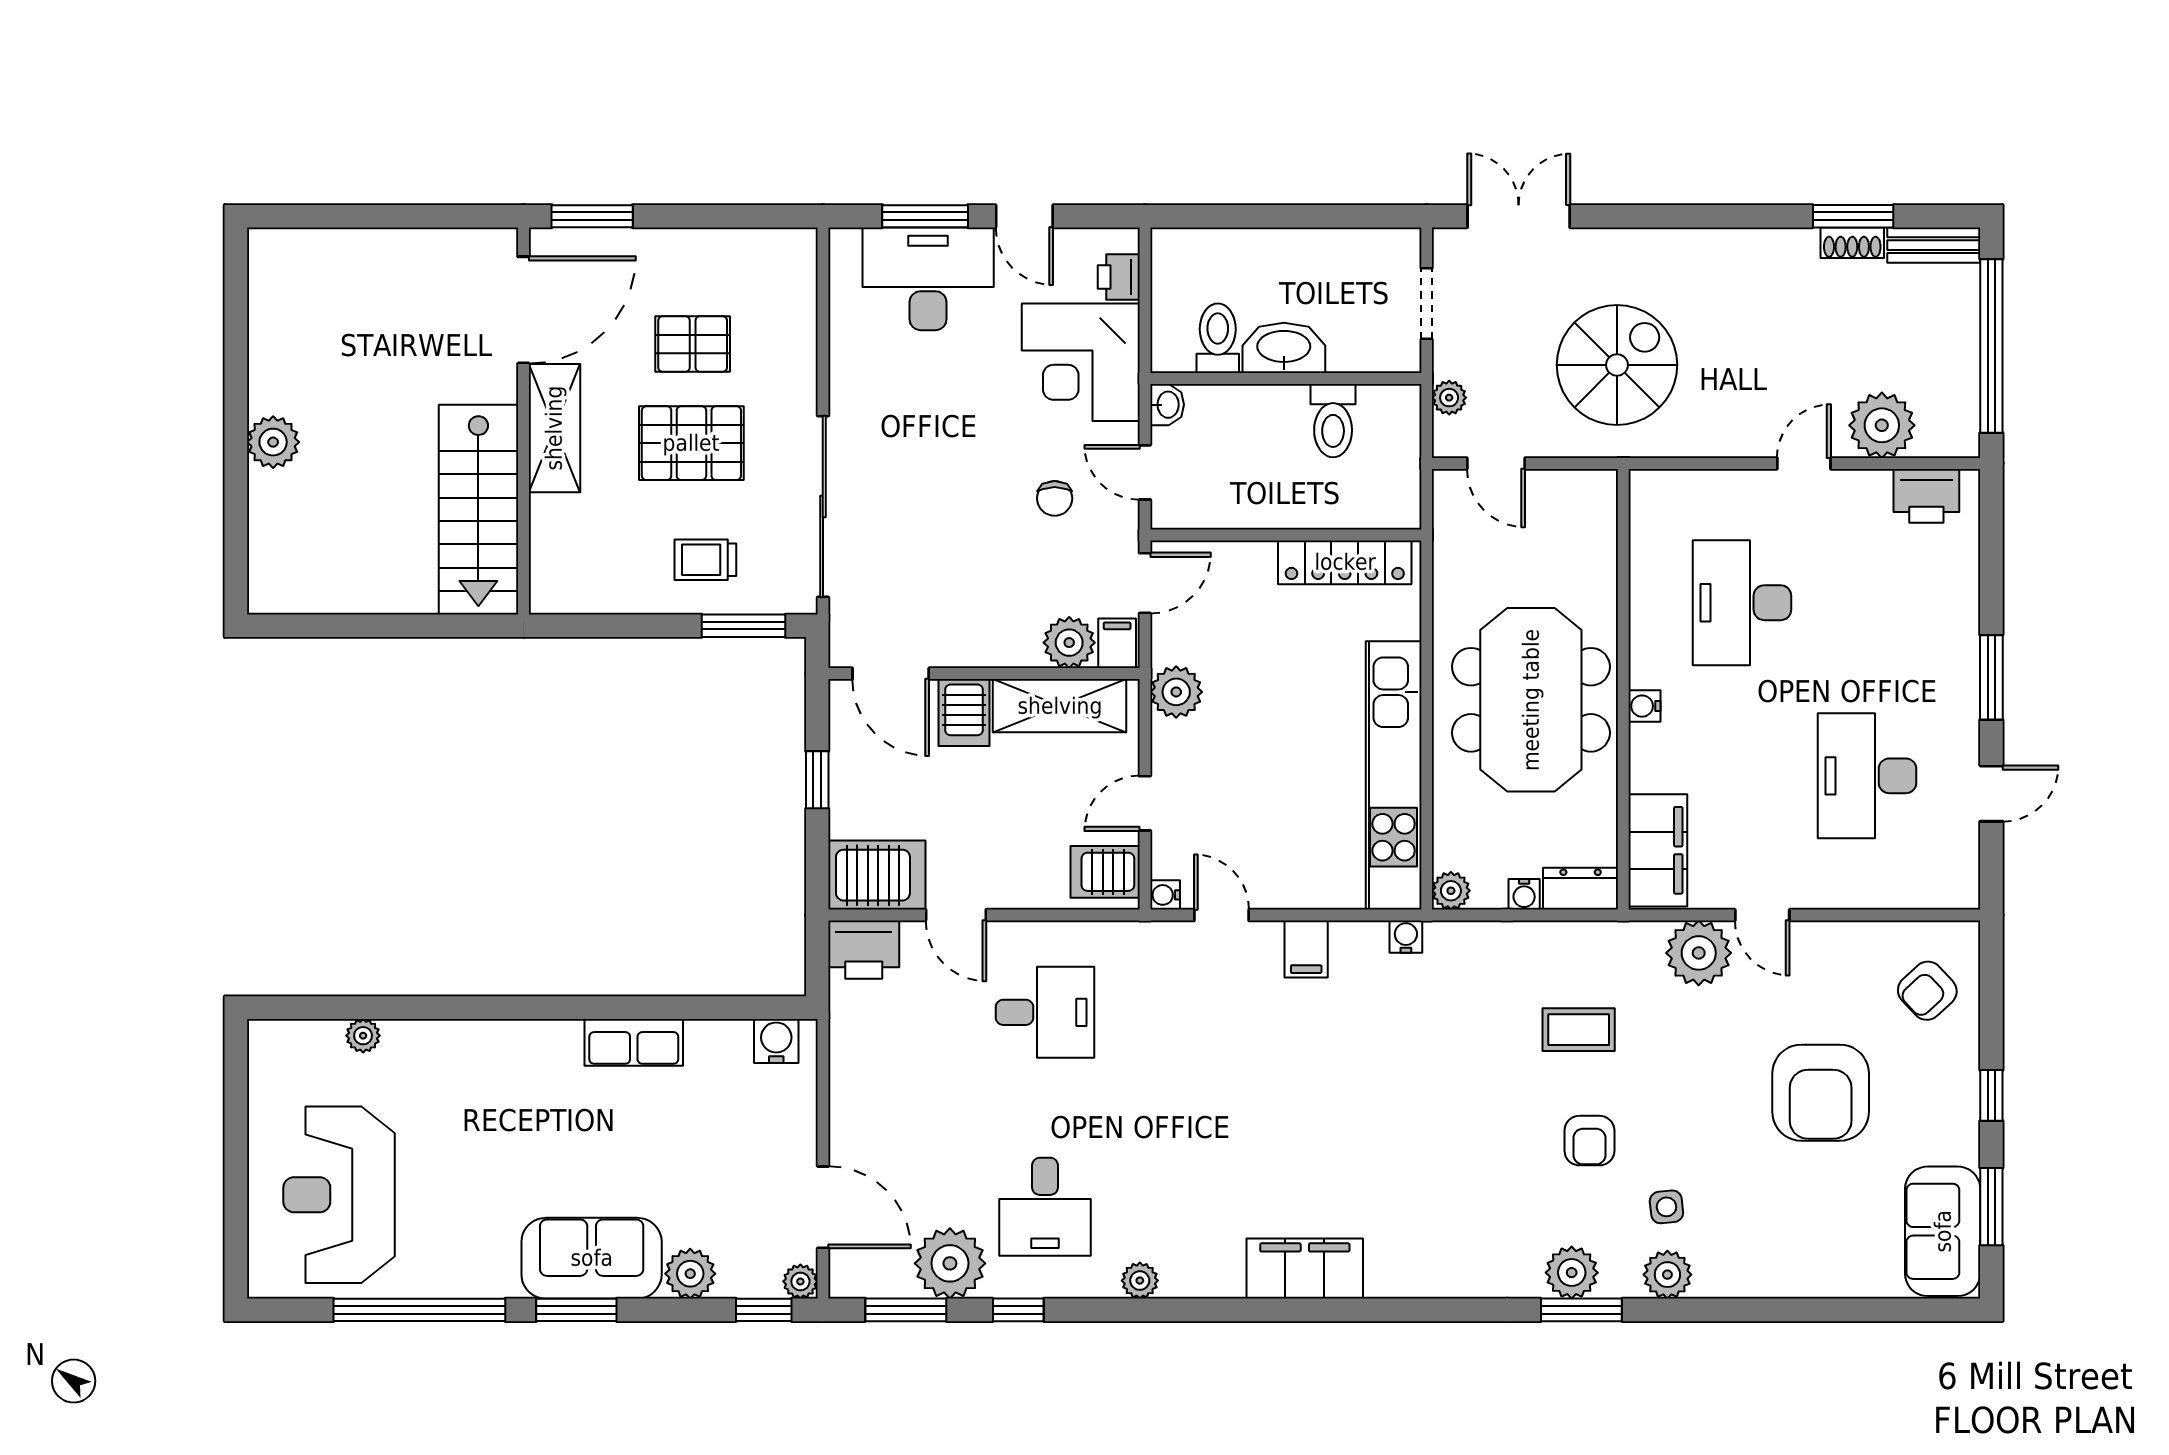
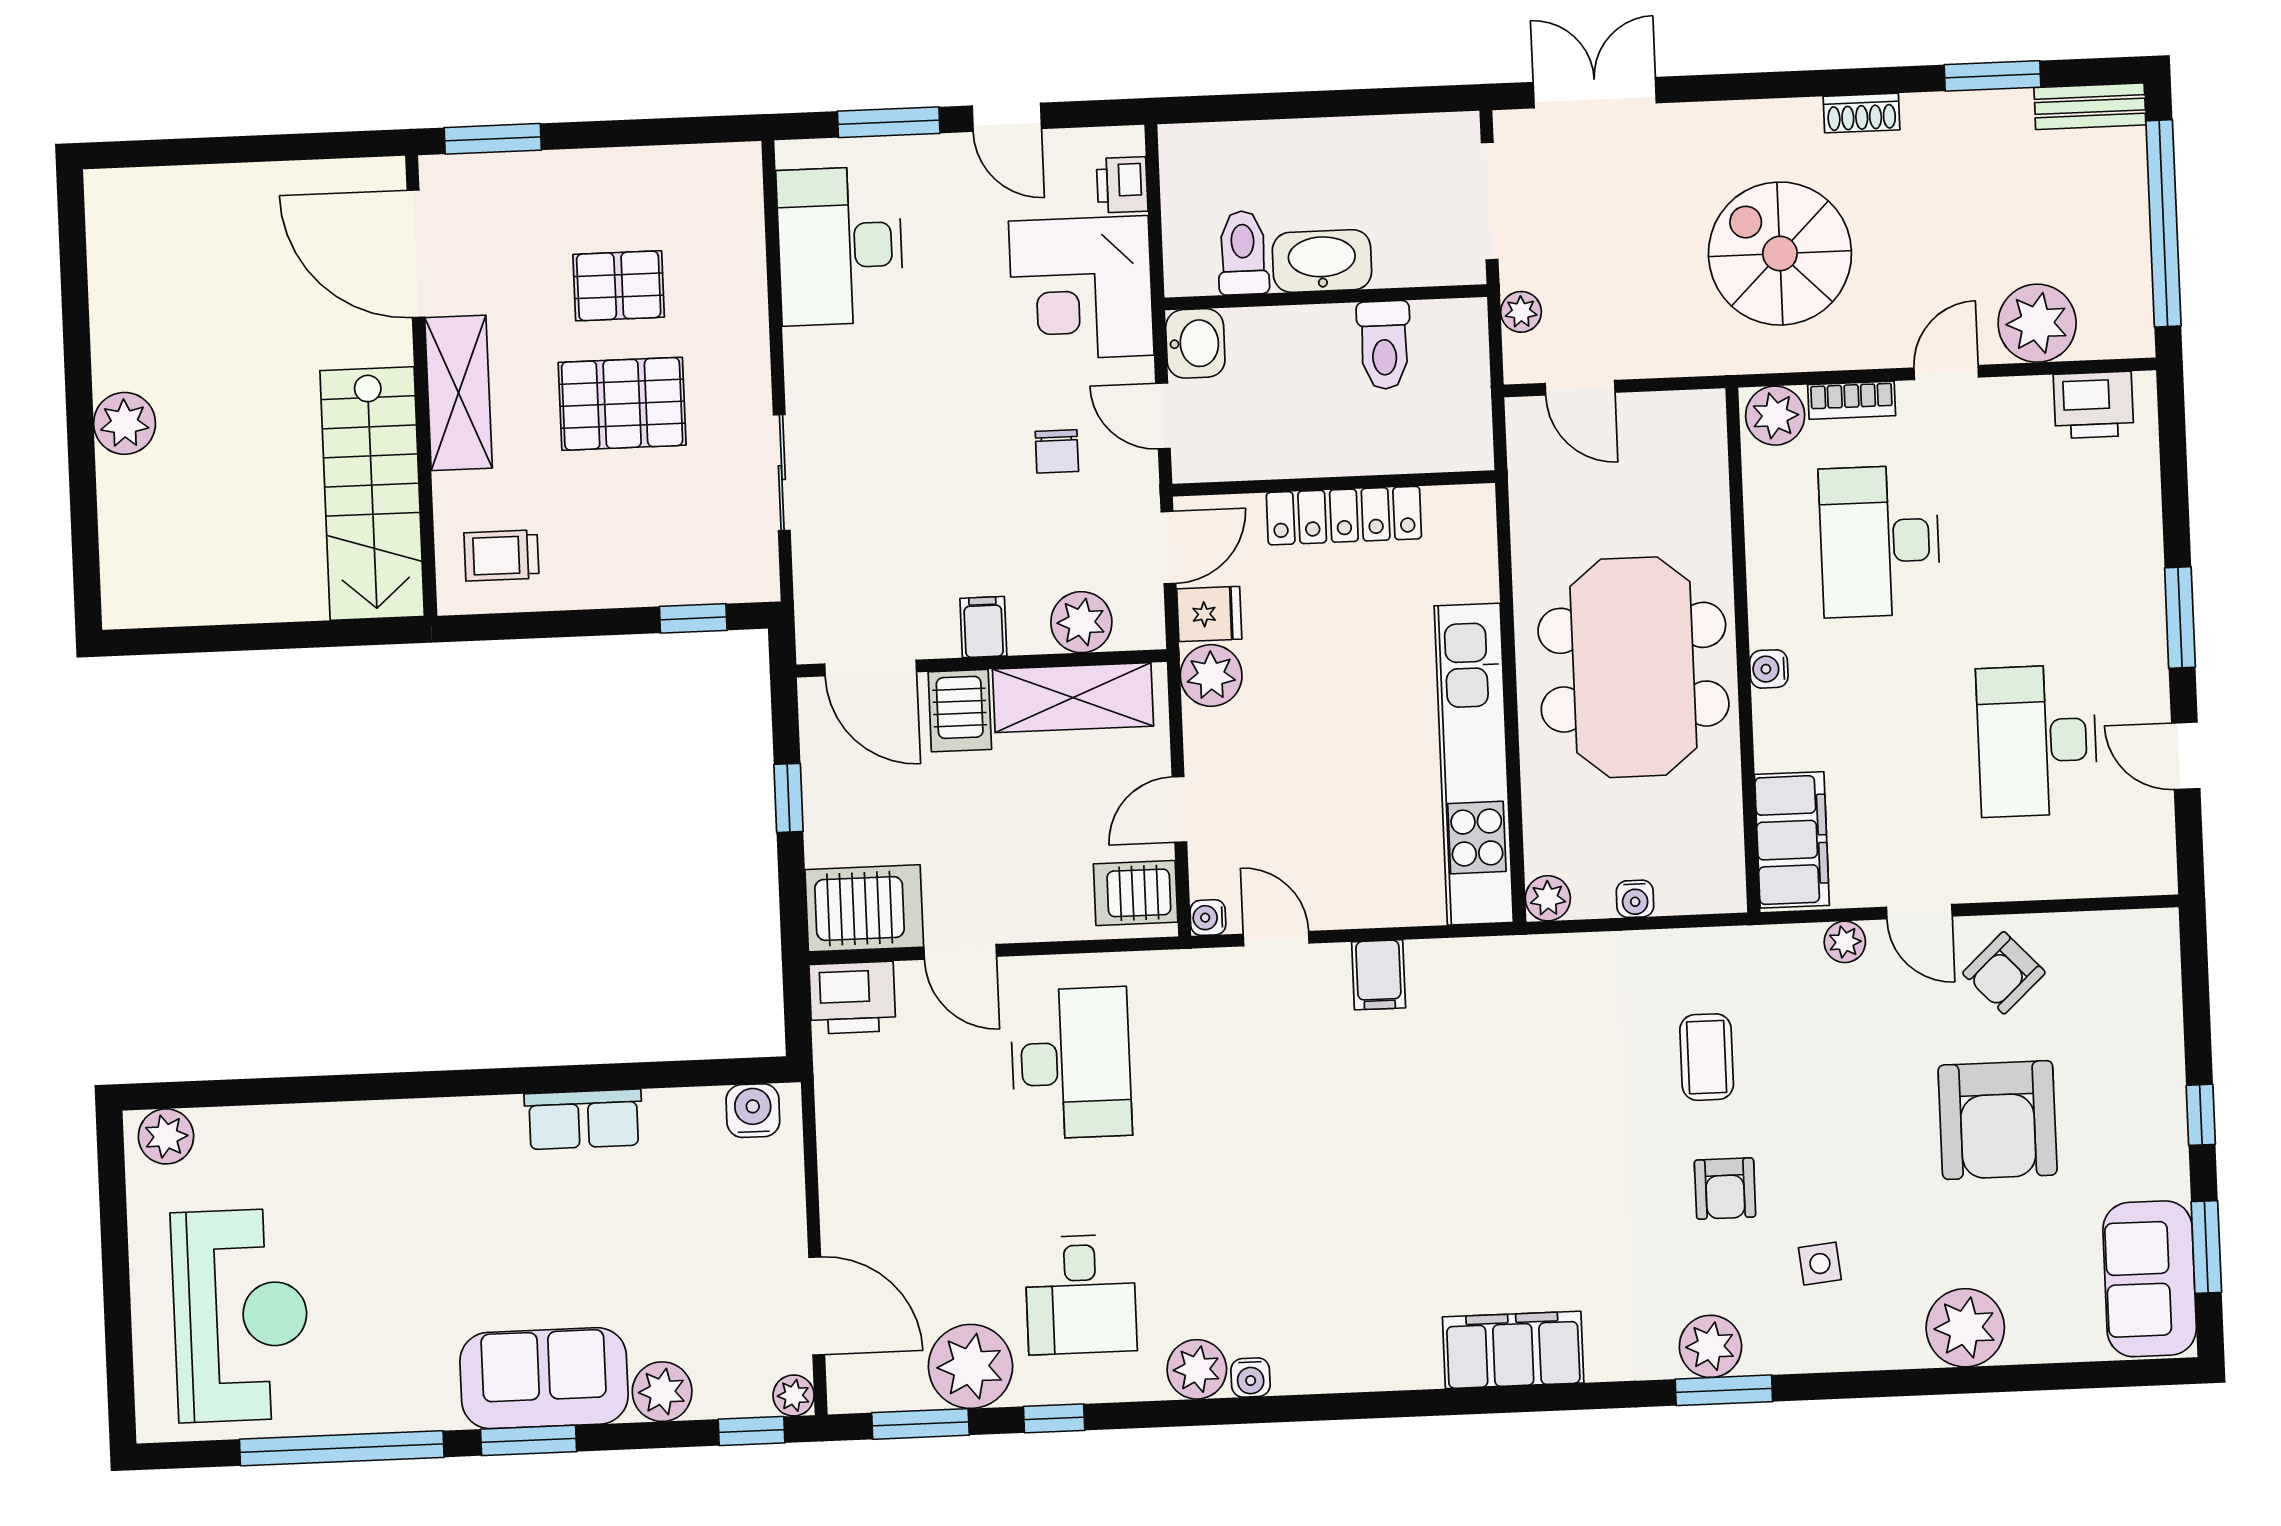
shoe rack: (1852, 243) -> (1861, 113), moved
desk: (928, 279) -> (840, 246), moved, turned -90
doorway: (1427, 304) -> (1490, 201), width x1.38
door: (523, 310) -> (416, 254), swing flipped
spiral stairs: (1617, 365) -> (1780, 254), moved, turned -90
washbasin: (1167, 405) -> (1195, 343), width x1.38, depth x1.45
bookcase: (1723, 483) -> (1852, 400), added
plant: (1659, 494) -> (1775, 416), added
sliding door: (823, 506) -> (782, 473), width x0.54
trolley: (705, 560) -> (501, 555), moved
locker: (1345, 562) -> (1344, 516), moved
window: (743, 626) -> (693, 618), width x0.67
fridge: (1177, 640) -> (1209, 614), added
filing cabinet: (1117, 643) -> (983, 627), moved
door: (1991, 794) -> (2186, 756), swing flipped
dresser: (1581, 889) -> (1702, 889), removed
water cooler: (1406, 937) -> (1250, 1378), moved, turned 180
plant: (1699, 953) -> (1845, 942), width x0.53, depth x0.53
armchair: (1927, 991) -> (2004, 973), moved
desk: (1045, 1012) -> (1071, 1063), width x1.37
coffee table: (1579, 1030) -> (1707, 1057), turned 90
plant: (363, 1036) -> (166, 1136), moved, width x1.38, depth x1.38
reception desk: (339, 1195) -> (240, 1315), turned 180
filing cabinet: (1305, 1269) -> (1513, 1350), moved
plant: (1667, 1275) -> (1965, 1328), moved, width x1.36, depth x1.36
plant: (1140, 1281) -> (1197, 1369), width x1.38, depth x1.38

